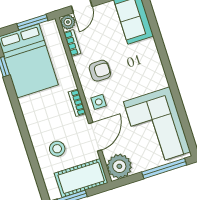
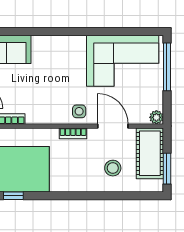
armchair: (100, 71) -> (48, 100), removed
plant: (119, 166) -> (156, 117), width x0.53, depth x0.53

